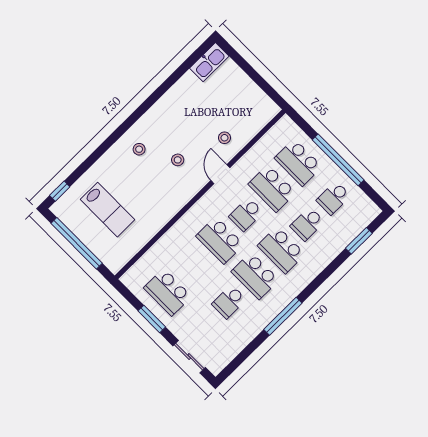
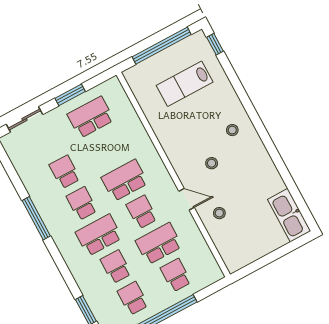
kitchen sink: (209, 62) -> (289, 215), width x1.36, depth x1.24
school desk: (298, 162) -> (176, 275), width x0.54
school desk: (255, 276) -> (82, 203), width x0.54

